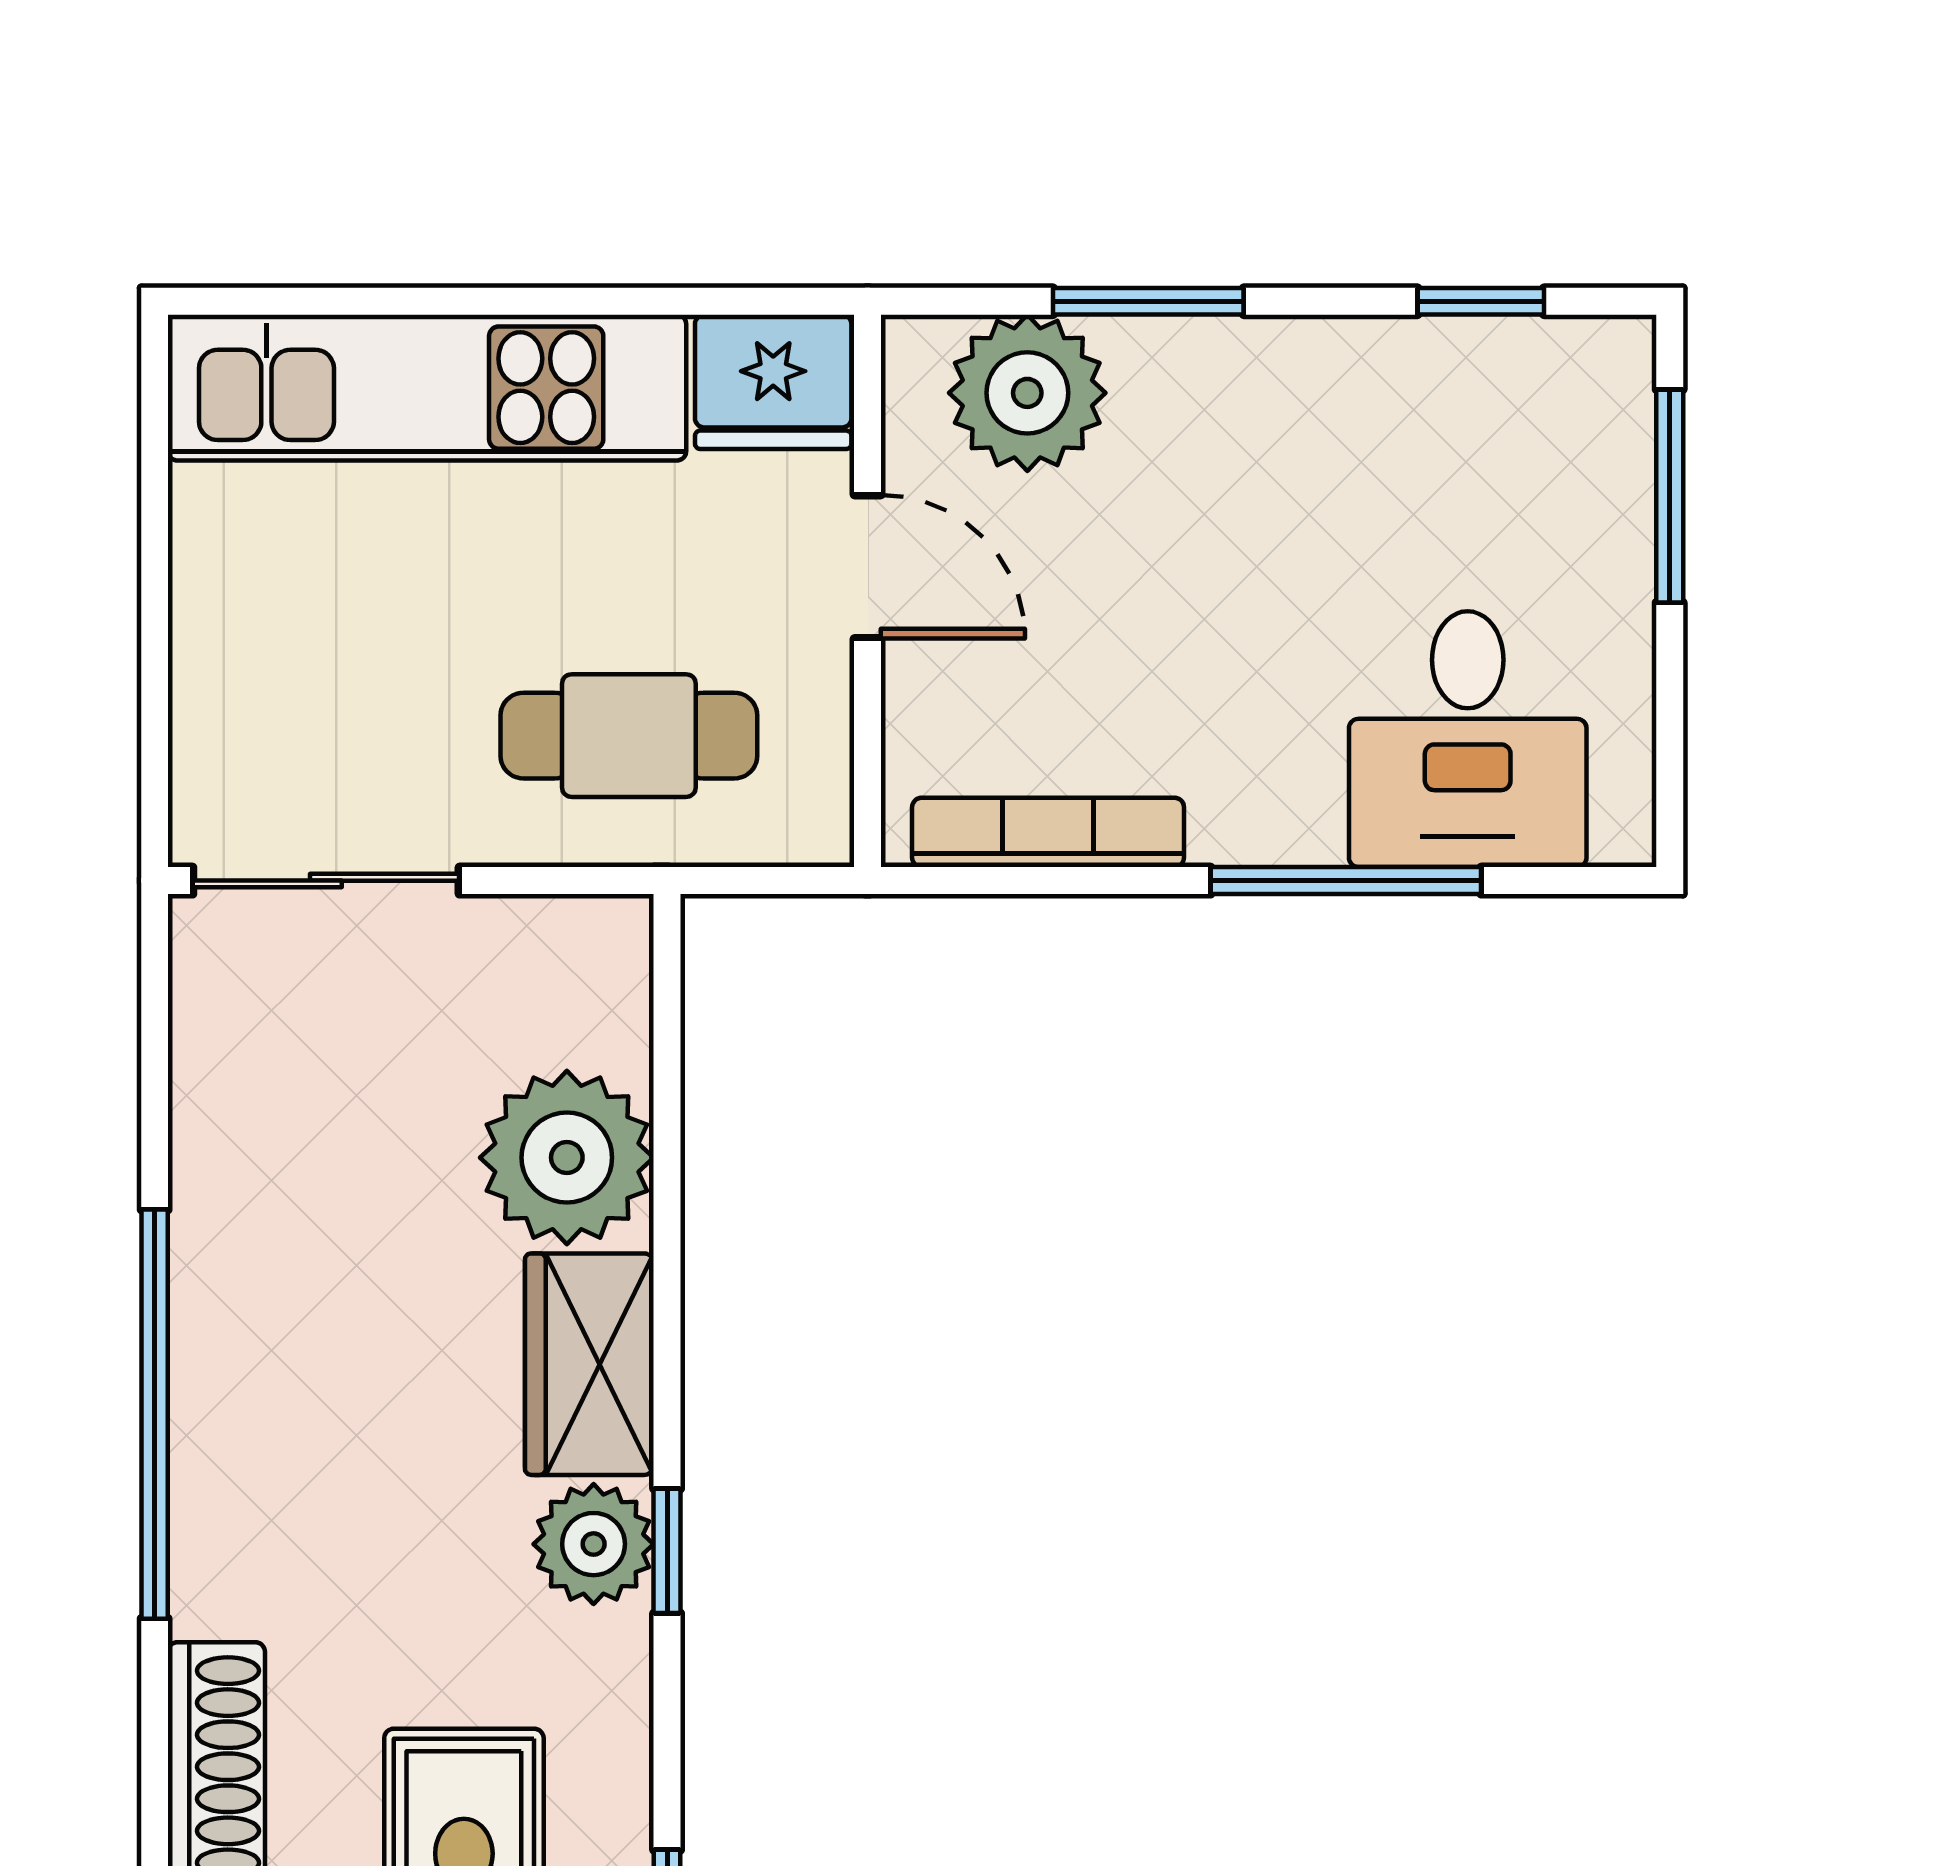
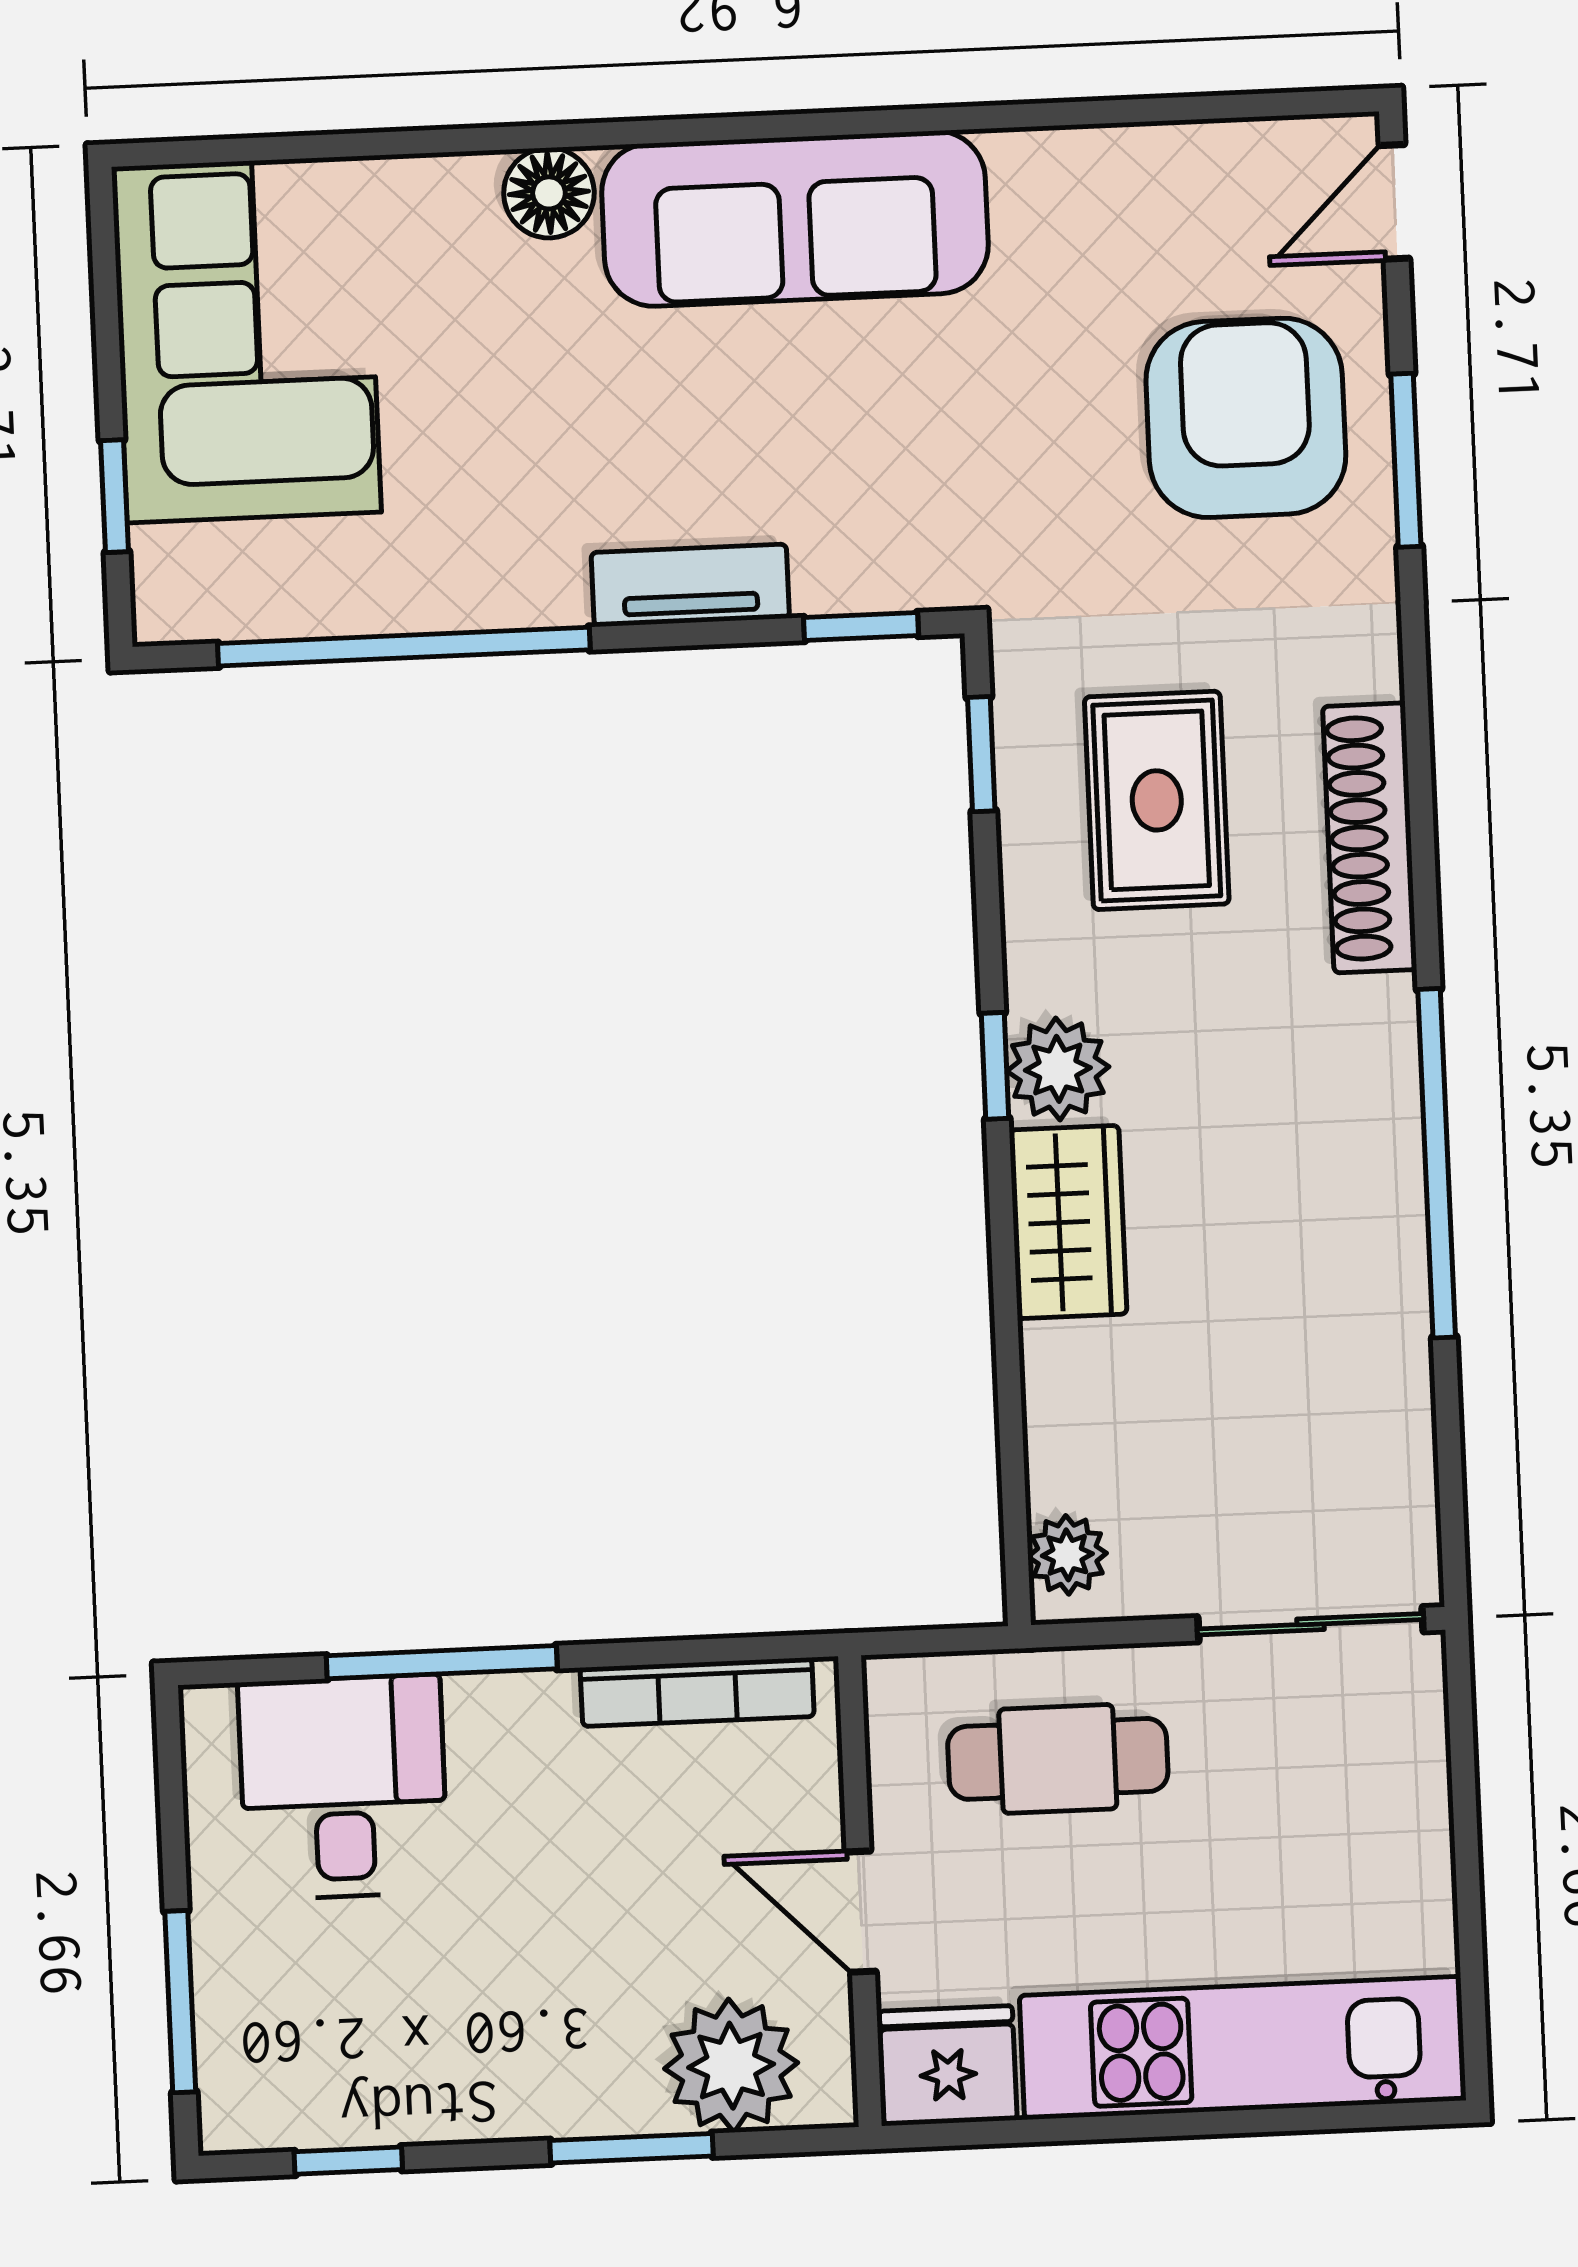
plant: (567, 1158) -> (1067, 1555), moved, width x0.53, depth x0.53

